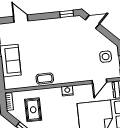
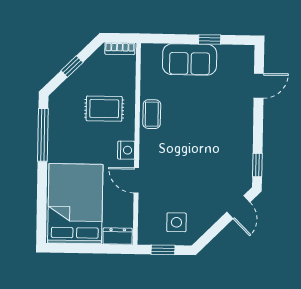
door: (99, 81) -> (136, 180), moved
rug: (33, 110) -> (104, 109), moved

